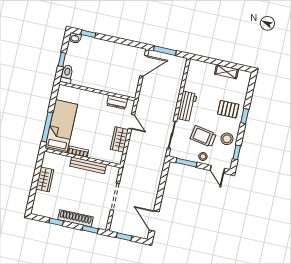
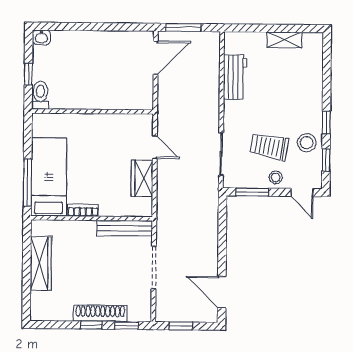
window: (88, 34) -> (60, 26), removed
dresser: (117, 102) -> (126, 122), removed
workbench: (187, 106) -> (235, 77), moved
pallet: (228, 109) -> (299, 97), removed
window: (245, 116) -> (326, 122), moved
bench: (88, 165) -> (125, 228), moved
wardrobe: (45, 179) -> (41, 263), width x1.50
window: (56, 222) -> (92, 325), moved

